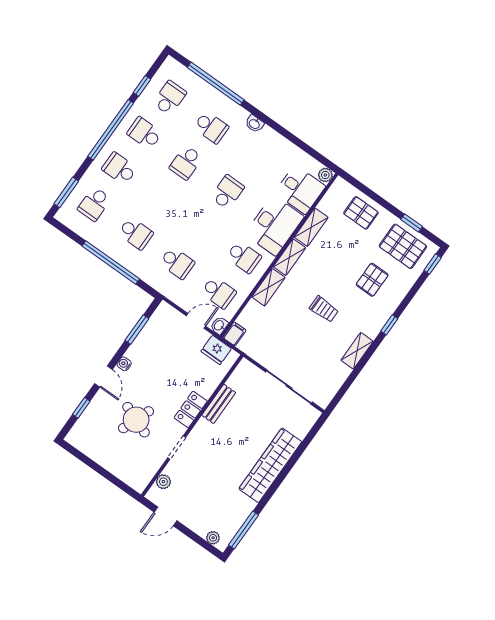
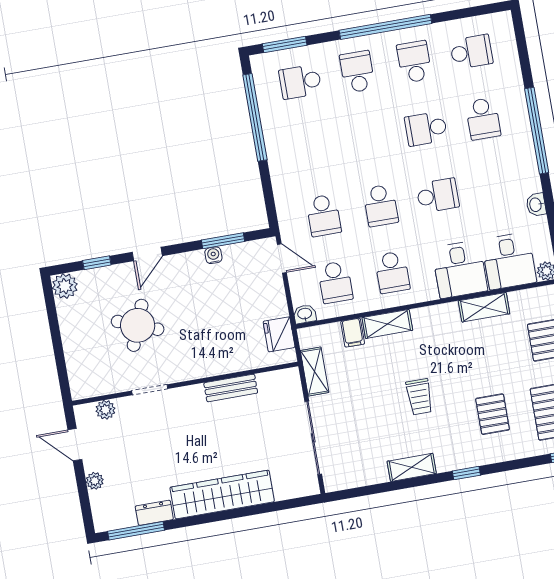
window: (216, 84) -> (537, 131), moved
window: (142, 86) -> (456, 15), removed
washbasin: (254, 124) -> (536, 205), moved
desk: (274, 225) -> (460, 269), width x0.73
school desk: (136, 233) -> (381, 205), moved
shelving: (289, 257) -> (315, 371), moved, turned 90
window: (111, 262) -> (255, 117), moved
pallet: (372, 280) -> (493, 414), turned 90
door: (196, 321) -> (282, 258), moved
filing cabinet: (235, 334) -> (353, 333), moved, turned 90
water cooler: (124, 364) -> (213, 255), moved
locker: (191, 409) -> (199, 367), removed
plant: (77, 437) -> (65, 286), added
dresser: (244, 511) -> (154, 513), added
plant: (213, 538) -> (95, 481), moved

